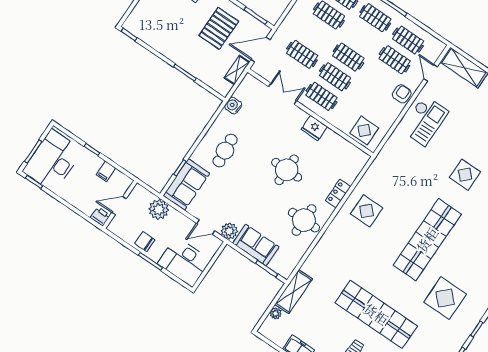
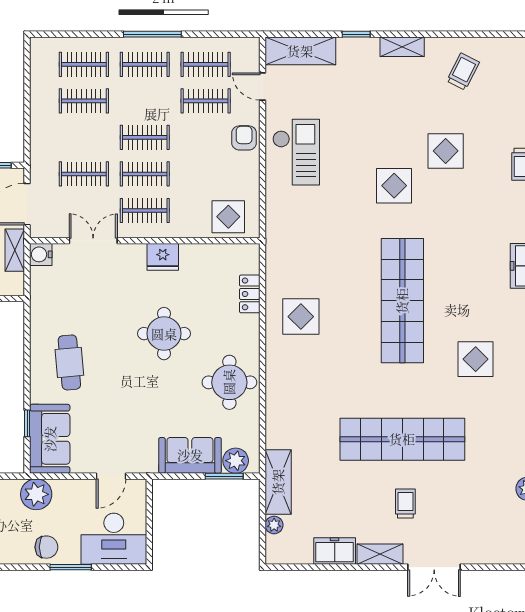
water cooler: (233, 106) -> (41, 254), moved
locker: (338, 194) -> (250, 294), moved
plant: (229, 231) -> (236, 461), moved
chair: (145, 242) -> (46, 547), turned 180
display table: (445, 298) -> (476, 359), width x0.73, depth x0.73

